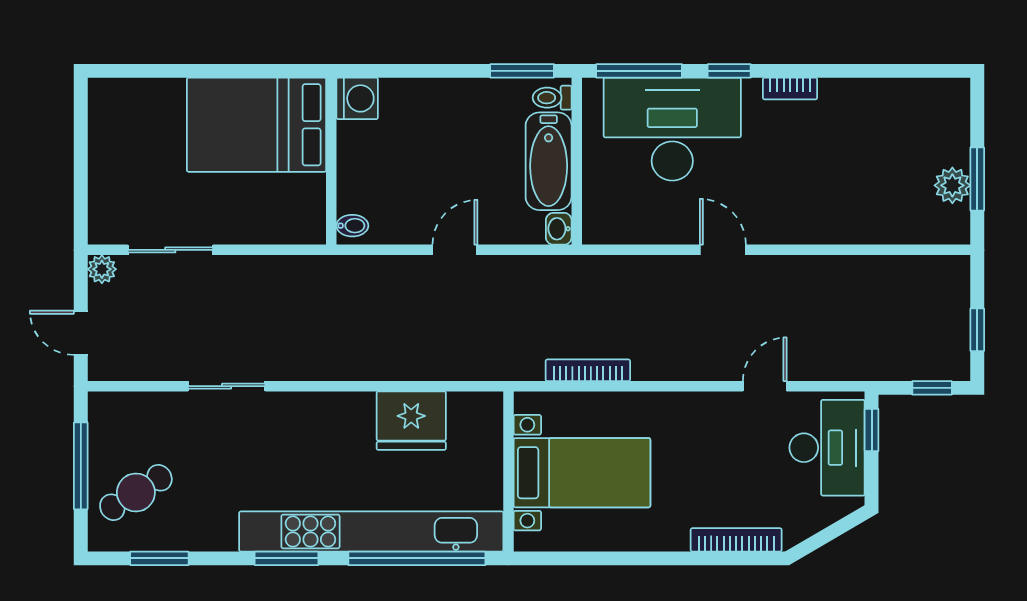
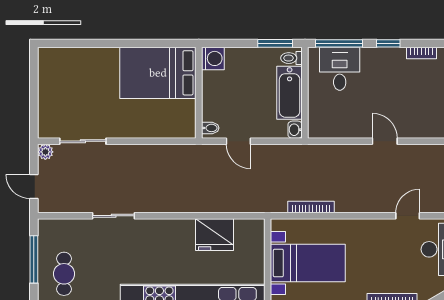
washing machine: (357, 98) -> (213, 58), moved
bed: (257, 125) -> (158, 73), moved
desk: (672, 129) -> (340, 69), width x0.53, depth x0.77
wall: (331, 161) -> (199, 93), moved
bidet: (352, 226) -> (210, 128), moved
door: (455, 250) -> (238, 141), swing flipped
cafe table: (136, 492) -> (64, 274), turned -58

